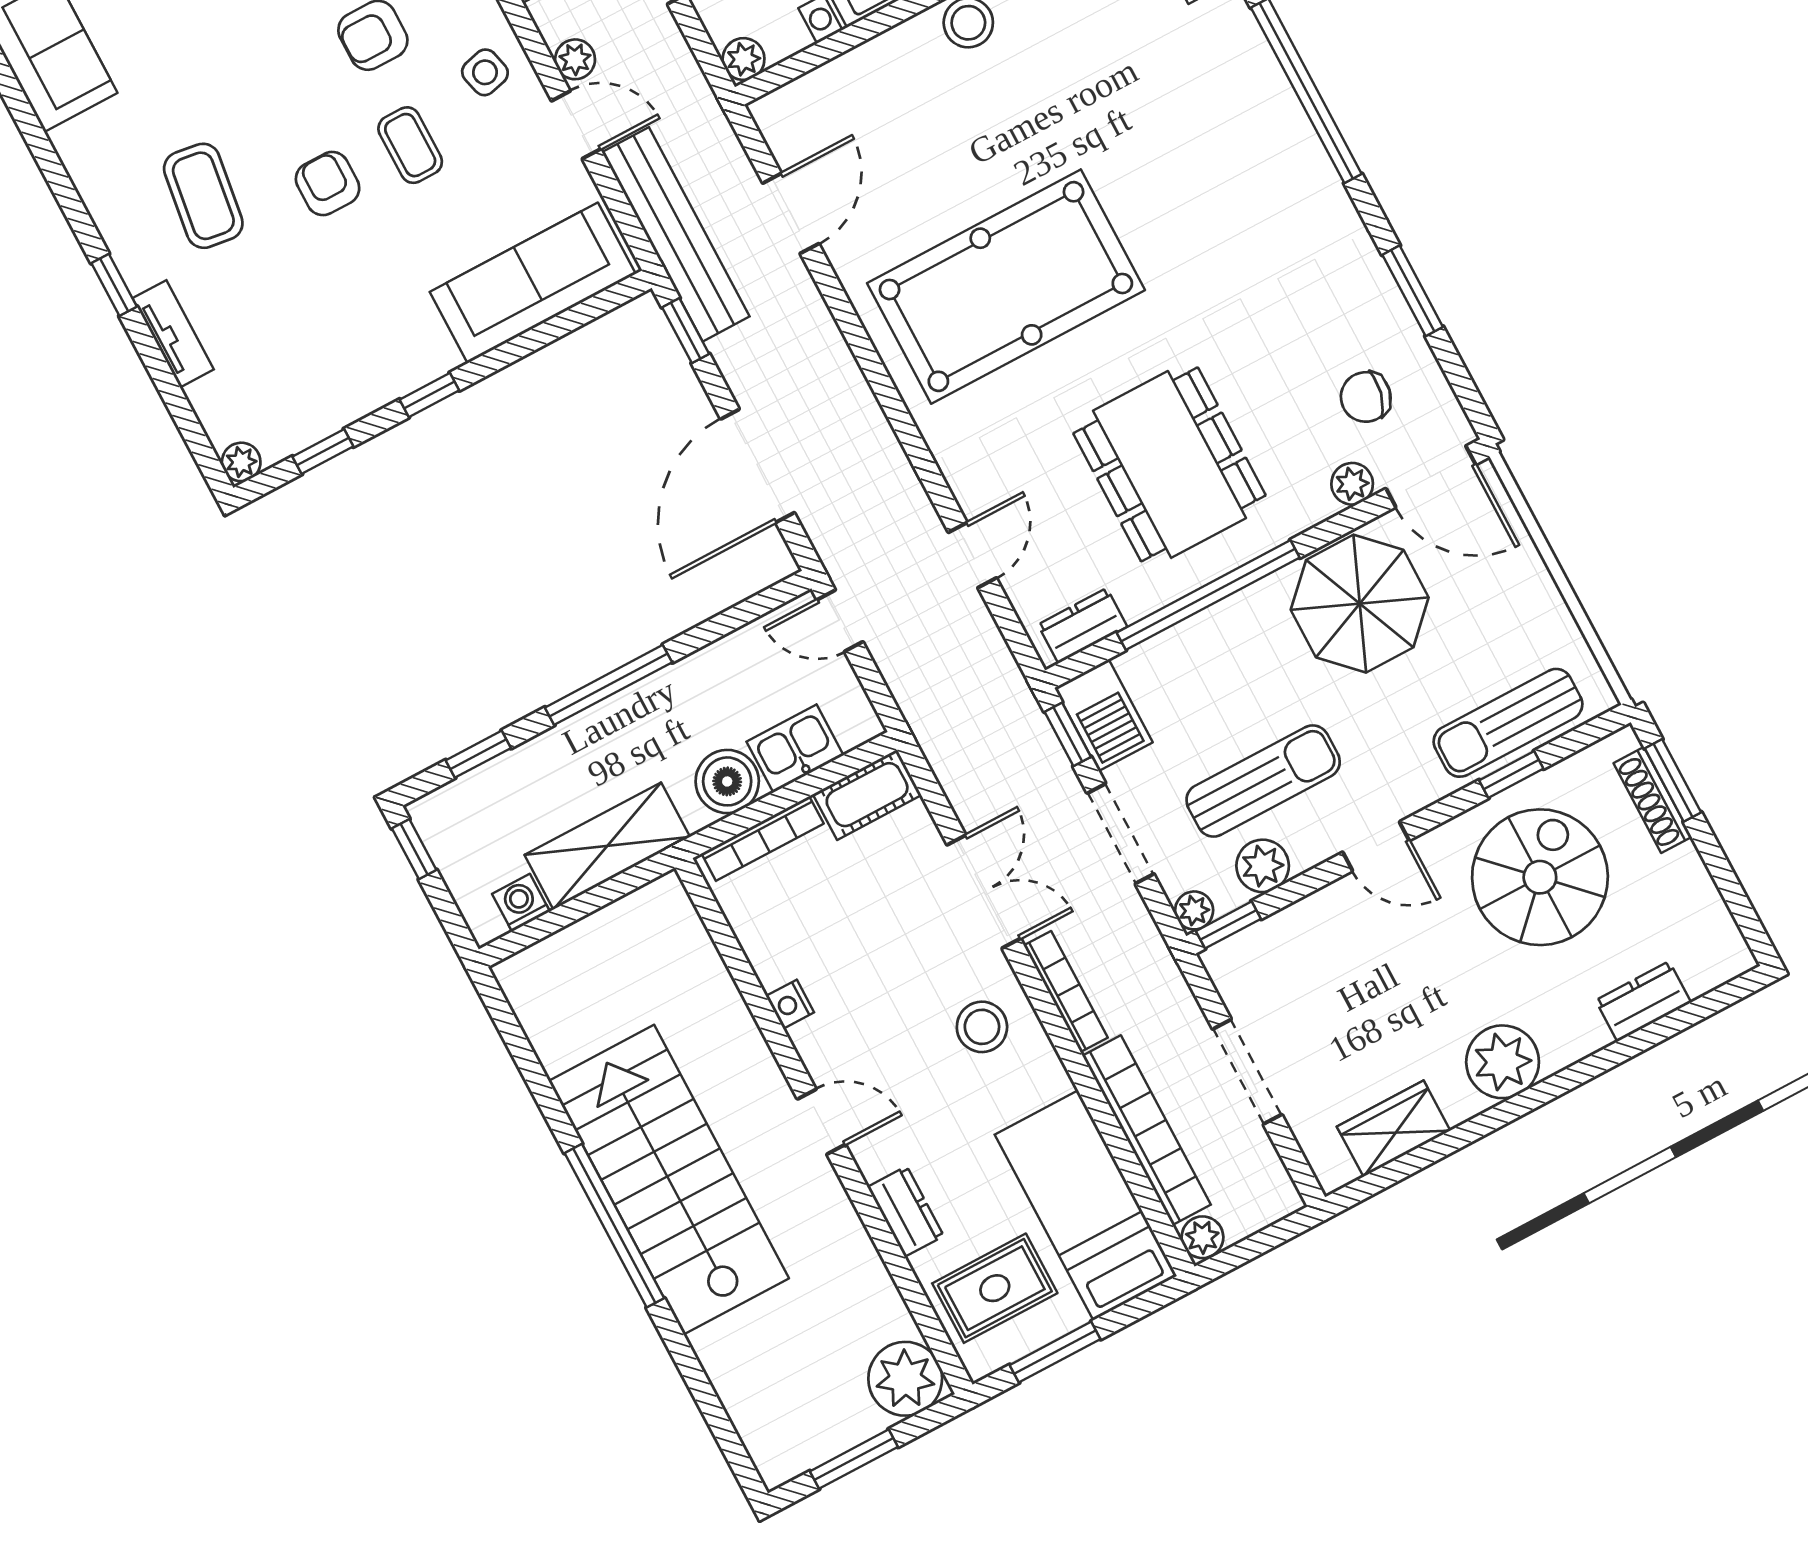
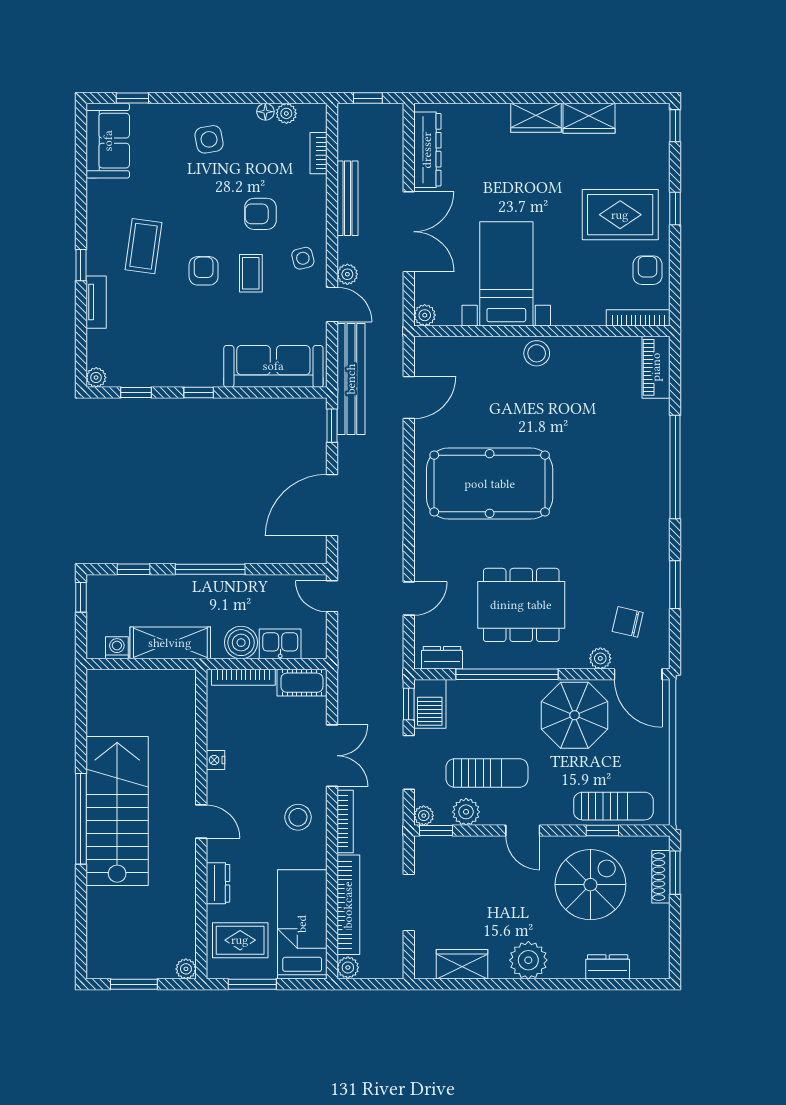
dining table: (1169, 464) -> (521, 605), turned 90
sun lounger: (1508, 723) -> (613, 806), turned 180
plant: (905, 1379) -> (186, 969), width x0.53, depth x0.53

